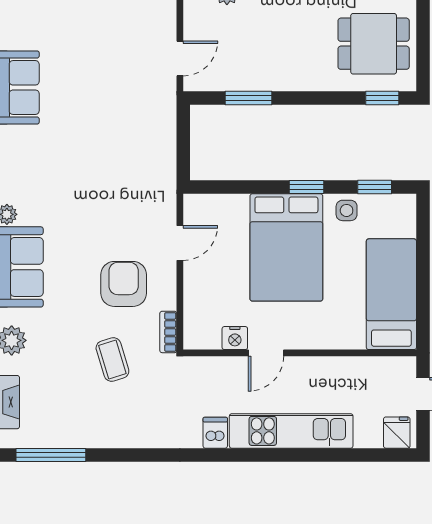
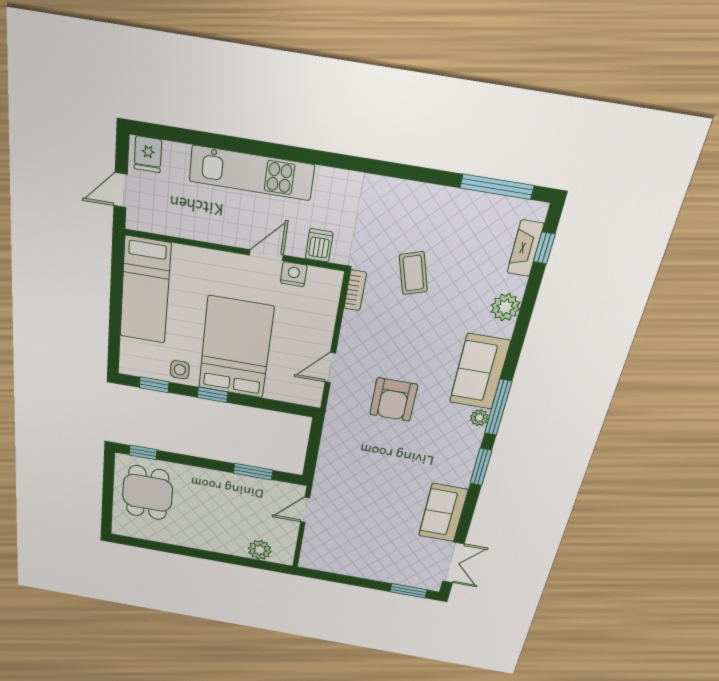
dining table: (374, 44) -> (148, 493), turned 90
armchair: (124, 284) -> (394, 400), moved
dishwasher: (215, 433) -> (319, 245), moved, turned 180

